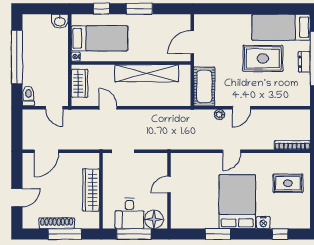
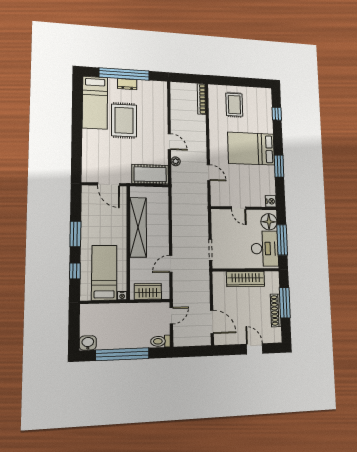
washbasin: (60, 21) -> (88, 343), moved, turned -90
door: (232, 151) -> (209, 173), moved
desk: (129, 213) -> (265, 249), width x1.37
nightstand: (263, 222) -> (271, 201), moved

